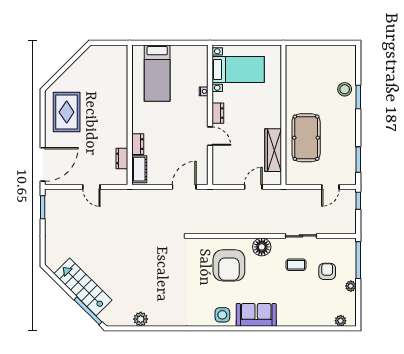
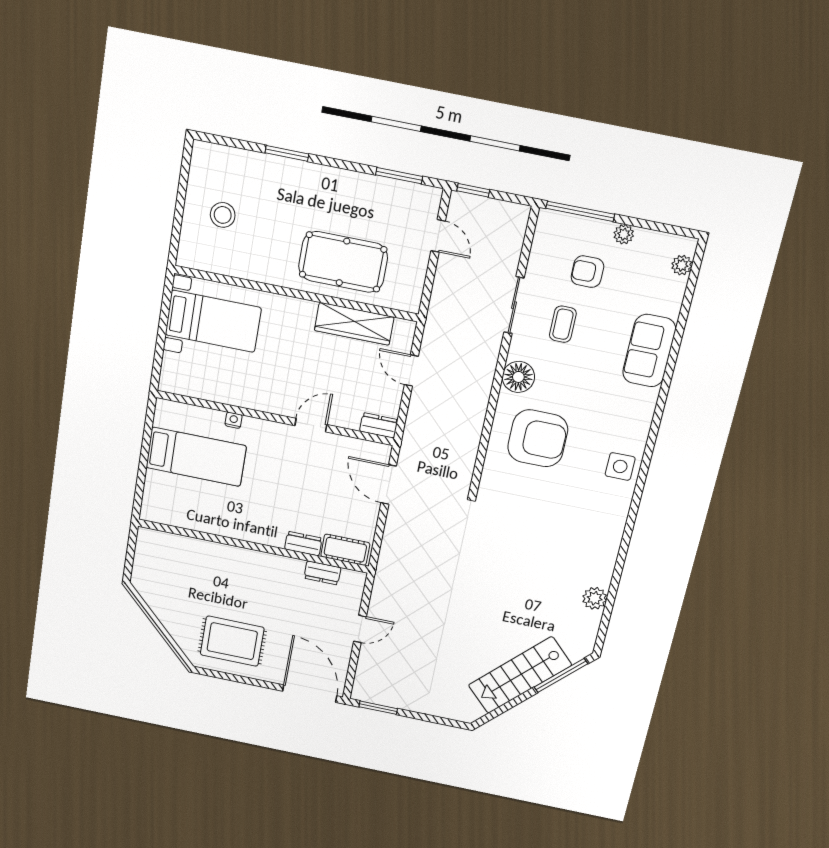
bed with nightstands: (238, 70) -> (213, 321), moved, turned 90
bed: (157, 73) -> (196, 457), moved
stool: (345, 89) -> (223, 215), moved
dresser: (218, 113) -> (379, 425), moved
sofa: (256, 315) -> (649, 351), moved

